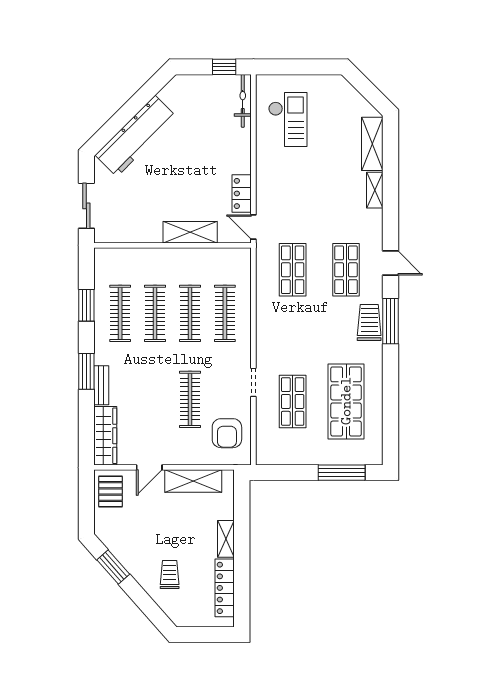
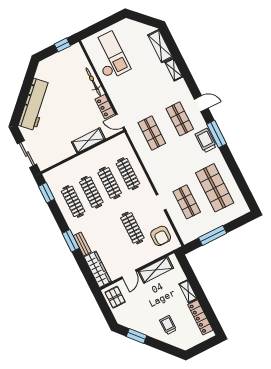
bicycle: (243, 101) -> (93, 82), moved
checkout: (288, 120) -> (110, 56), width x1.36, depth x1.21
window: (86, 305) -> (47, 193), moved
window: (342, 473) -> (213, 235), moved

